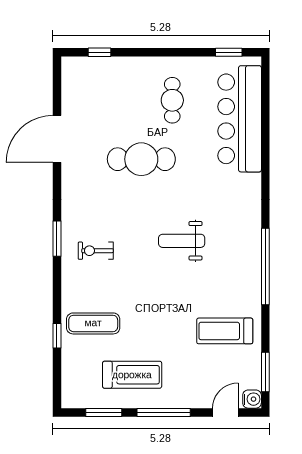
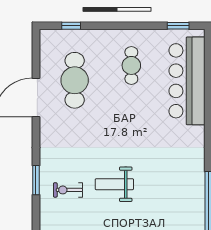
cafe table: (141, 159) -> (75, 80), moved, turned 90
weight bench: (182, 241) -> (114, 184), moved

